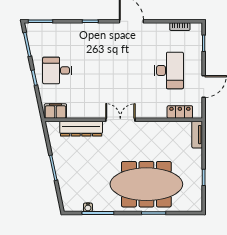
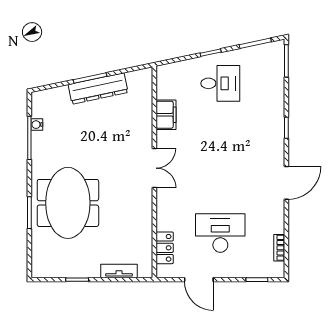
desk: (57, 70) -> (220, 83), turned 90
desk: (169, 70) -> (220, 233), turned 180
filing cabinet: (55, 111) -> (166, 115), moved
dresser: (81, 129) -> (98, 89), moved, turned -102
tv unit: (197, 135) -> (119, 271), moved
meeting table: (146, 184) -> (68, 203), width x0.73

